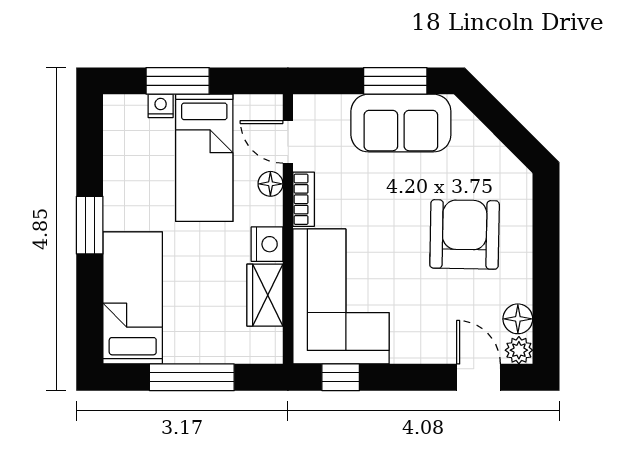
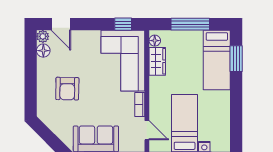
floor lamp: (270, 184) -> (155, 41), moved
window: (90, 225) -> (236, 59), moved
armchair: (465, 234) -> (67, 89), width x0.73, depth x0.73
nightstand: (267, 244) -> (156, 84), removed

